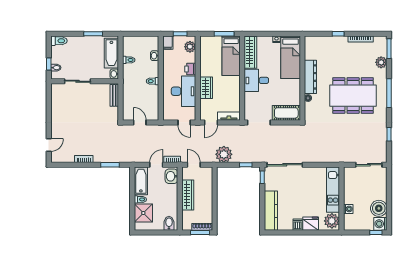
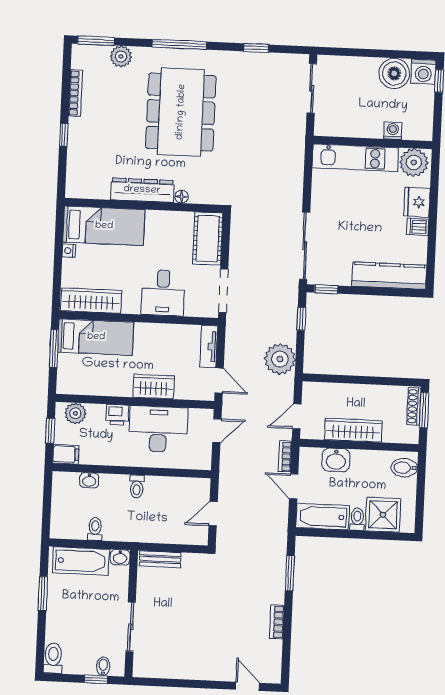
desk: (256, 80) -> (163, 293), moved
washbasin: (171, 176) -> (336, 460), moved

